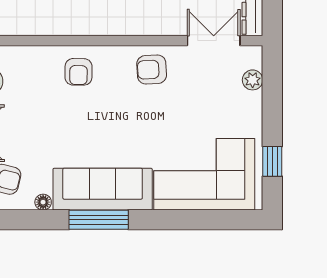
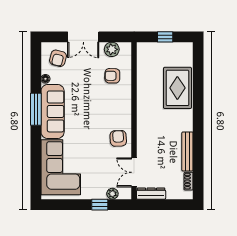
double door: (214, 41) -> (134, 172), swing flipped
armchair: (78, 72) -> (112, 76), moved
window: (272, 161) -> (100, 205), moved

